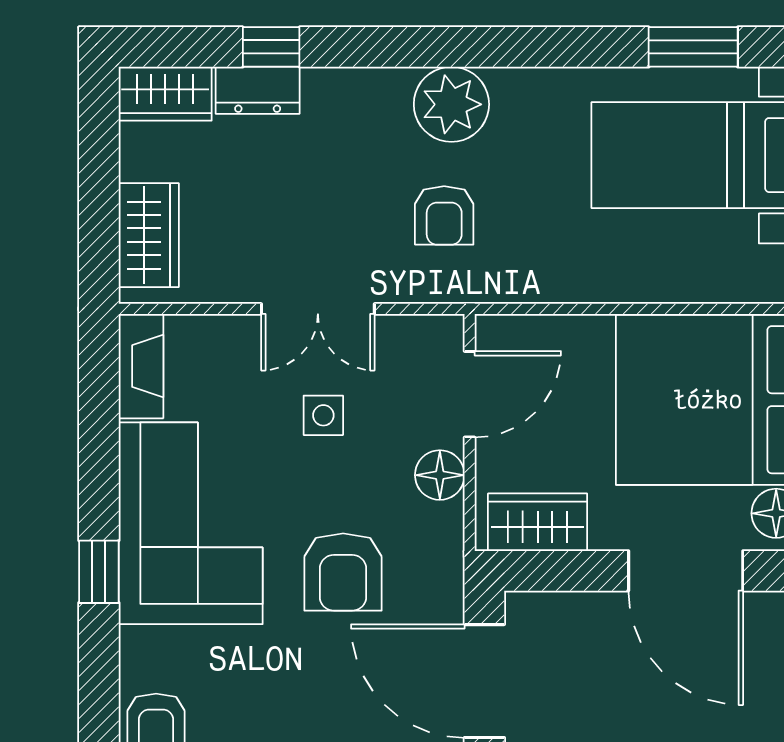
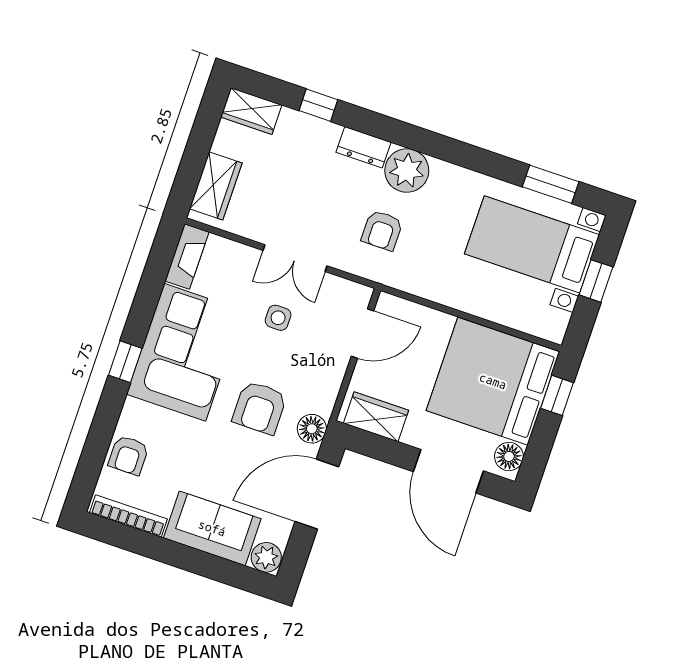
dresser: (258, 90) -> (363, 147), moved
floor lamp: (440, 475) -> (312, 429), moved
door: (484, 681) -> (317, 494), hinge flipped

